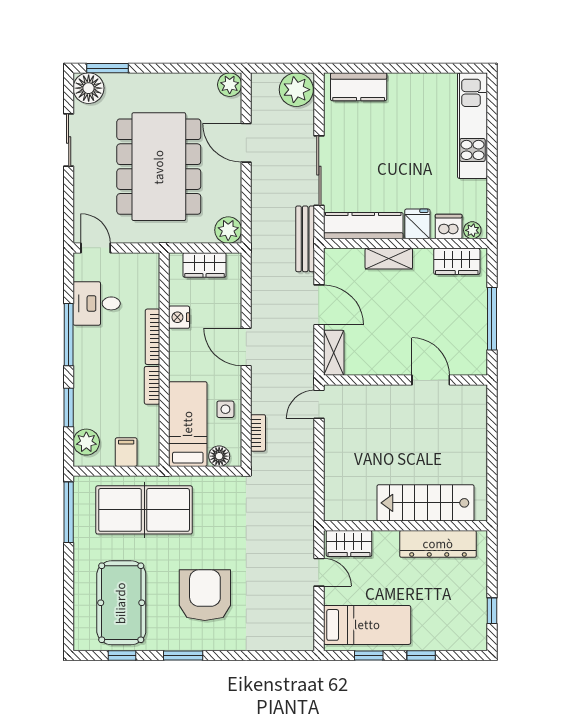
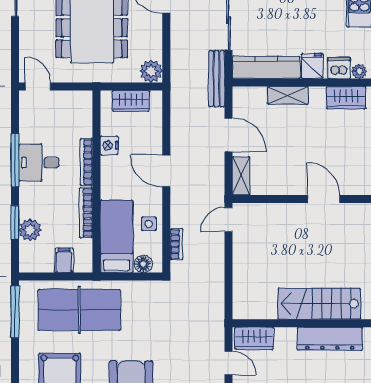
desk: (97, 303) -> (39, 163), moved
bookcase: (152, 385) -> (86, 213), width x1.56
plant: (86, 442) -> (30, 230), moved

